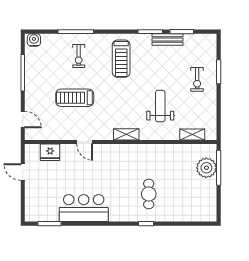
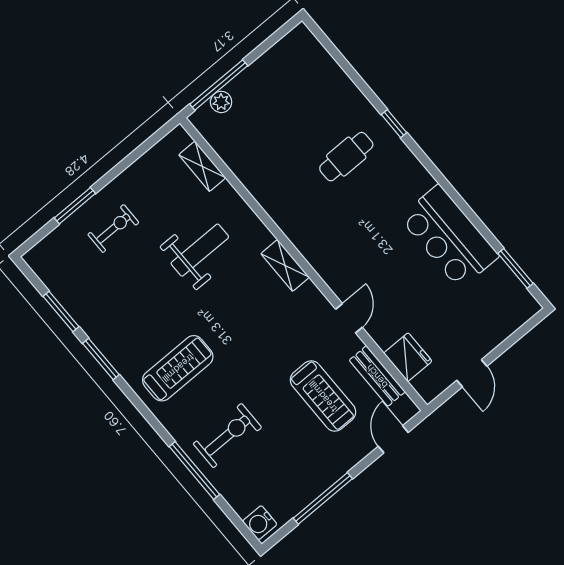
bench: (167, 39) -> (377, 376), moved
exercise bike: (79, 56) -> (227, 436), width x1.38, depth x1.39
treadmill: (75, 98) -> (323, 396), moved
weight bench: (160, 106) -> (200, 250), turned 180
plant: (206, 168) -> (221, 102), width x0.53, depth x0.53

